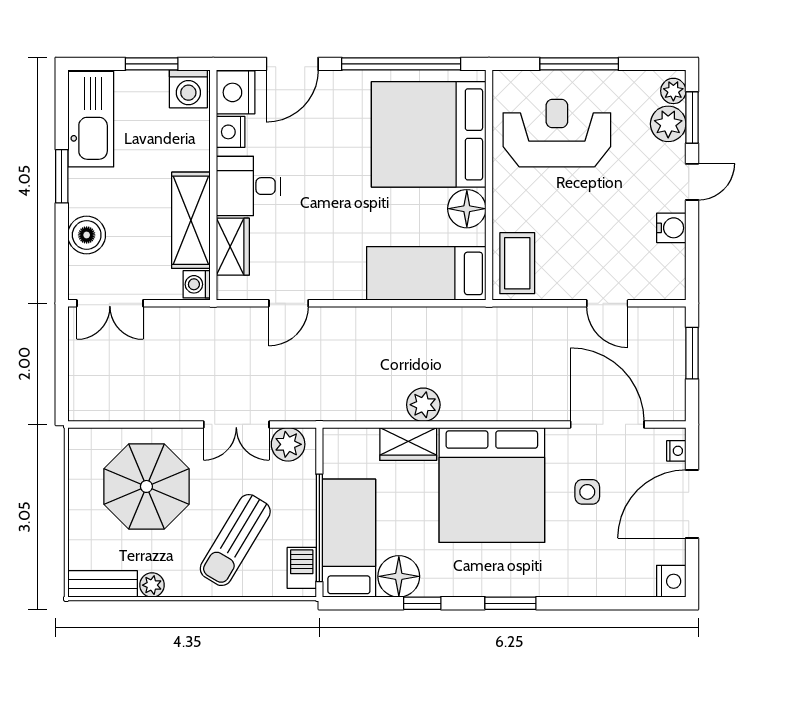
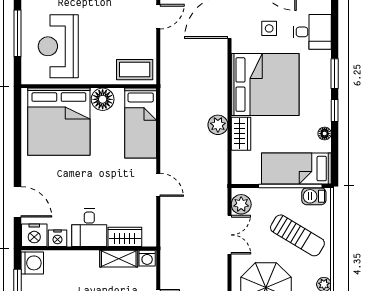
window: (401, 64) -> (17, 138), removed
shelving: (191, 220) -> (119, 259), width x0.67, depth x0.75
door: (289, 303) -> (158, 185), moved
desk: (581, 565) -> (312, 32), added
floor lamp: (399, 576) -> (325, 134), width x0.53, depth x0.53
window: (422, 603) -> (335, 111), moved

